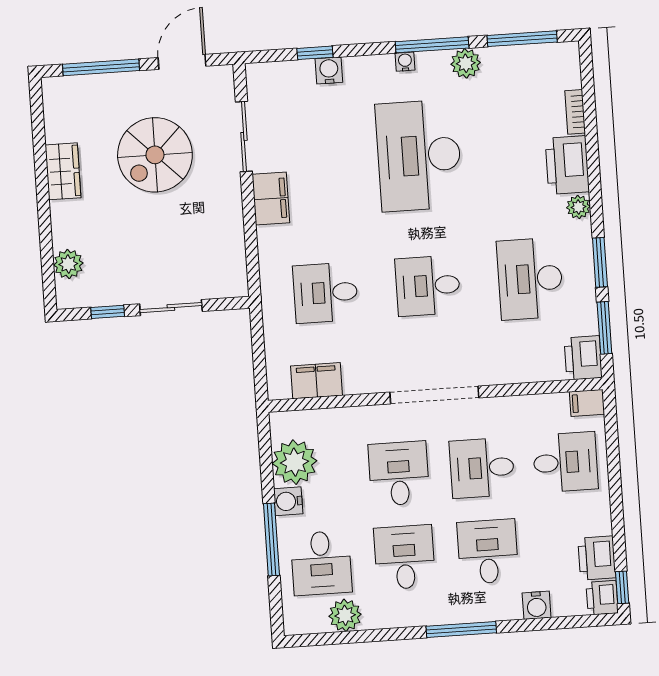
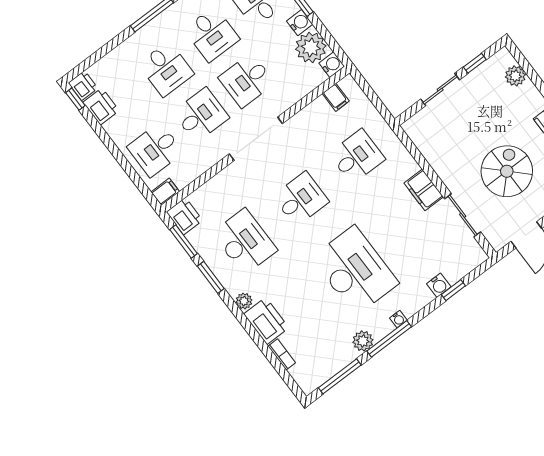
filing cabinet: (316, 381) -> (336, 97), width x0.50
desk: (399, 474) -> (247, 80), turned 90
water cooler: (537, 605) -> (332, 65), moved, turned 90

